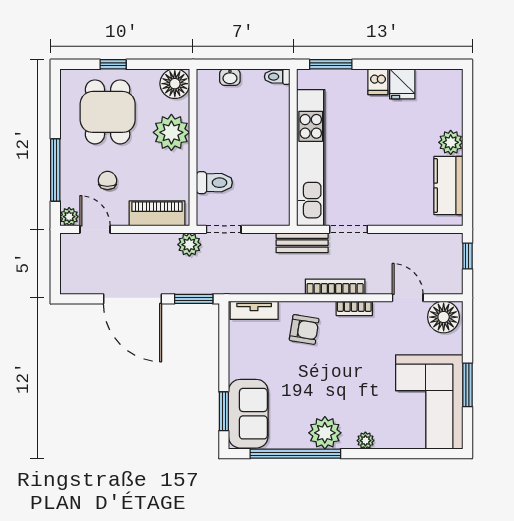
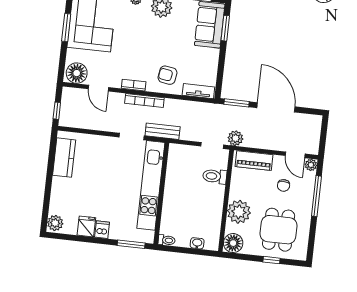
plant: (451, 142) -> (55, 223), moved

